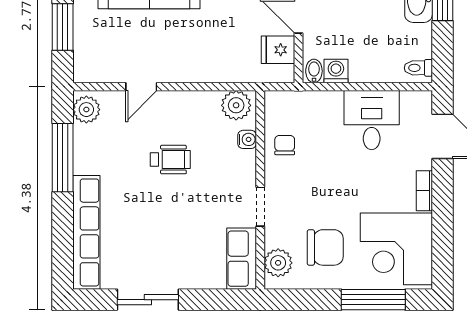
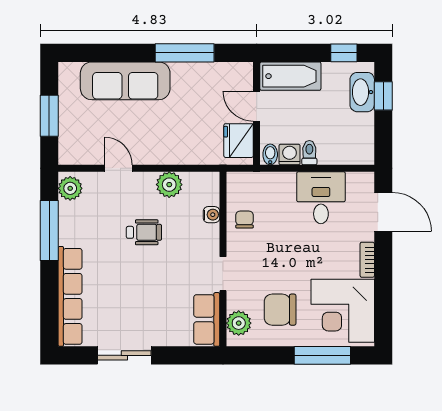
fridge: (278, 50) -> (239, 141), width x1.38
toilet: (418, 68) -> (309, 153), moved, turned 90
door: (141, 87) -> (118, 168), swing flipped
plant: (236, 105) -> (169, 185), moved
chair: (325, 247) -> (280, 310), turned 180

